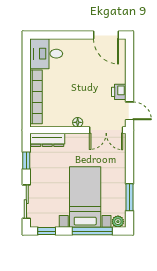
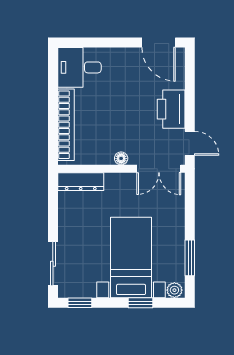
printer: (119, 92) -> (171, 109), width x1.87, depth x1.48
window: (26, 161) -> (53, 209), removed
window: (92, 231) -> (140, 303), width x0.46

